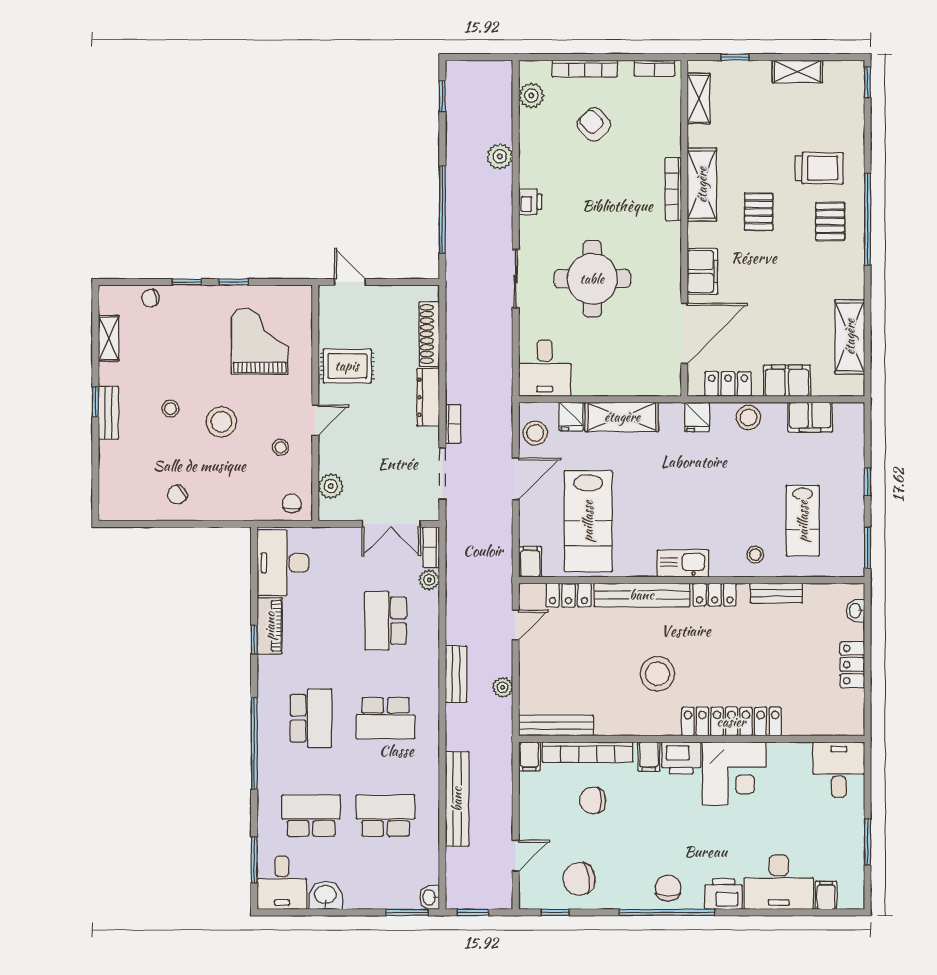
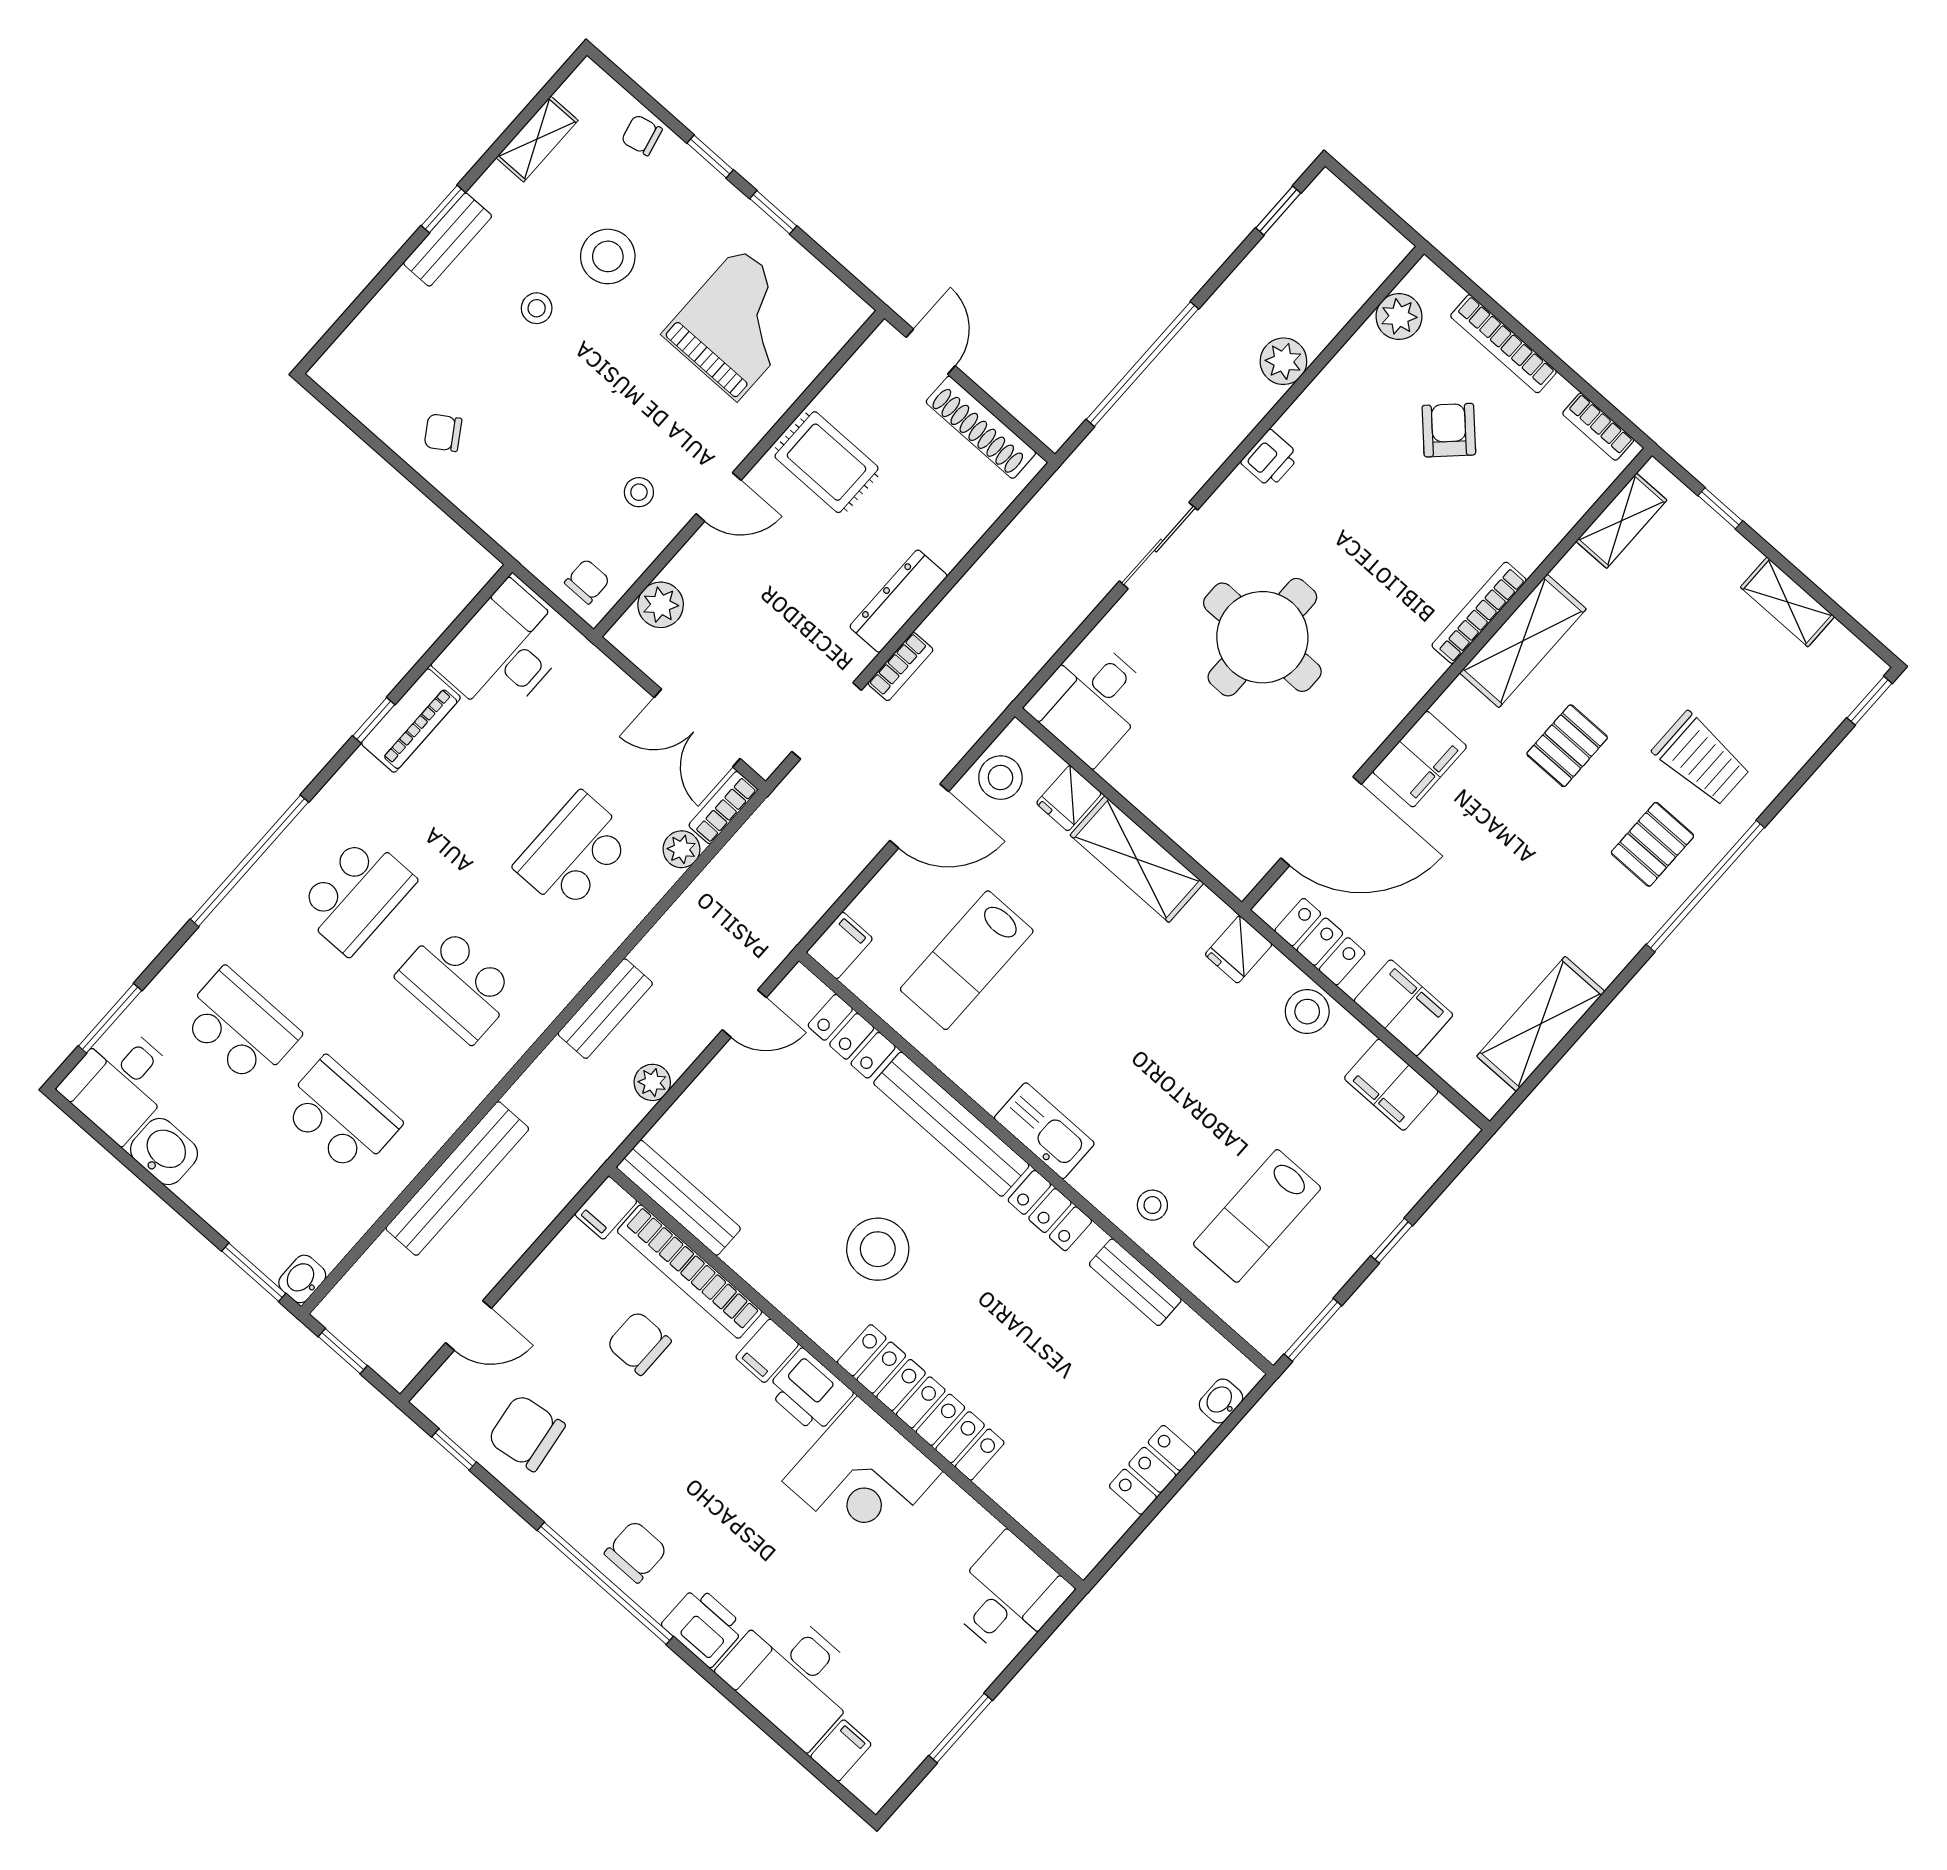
shoe rack: (429, 334) -> (981, 427), moved, turned -90
stool: (221, 422) -> (608, 256), moved
lab bench: (588, 521) -> (967, 960), width x0.73, depth x0.72

